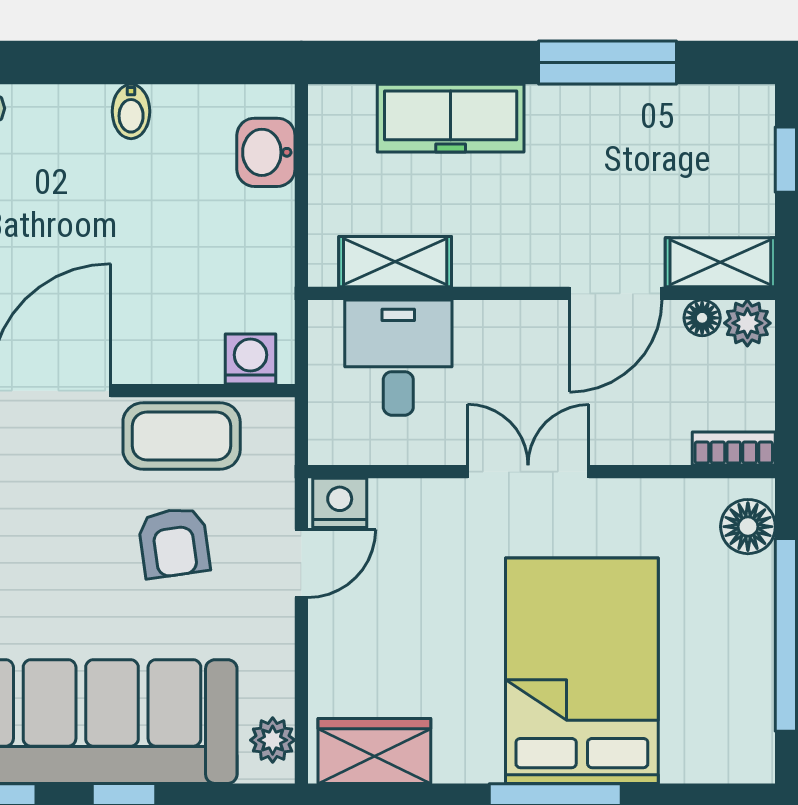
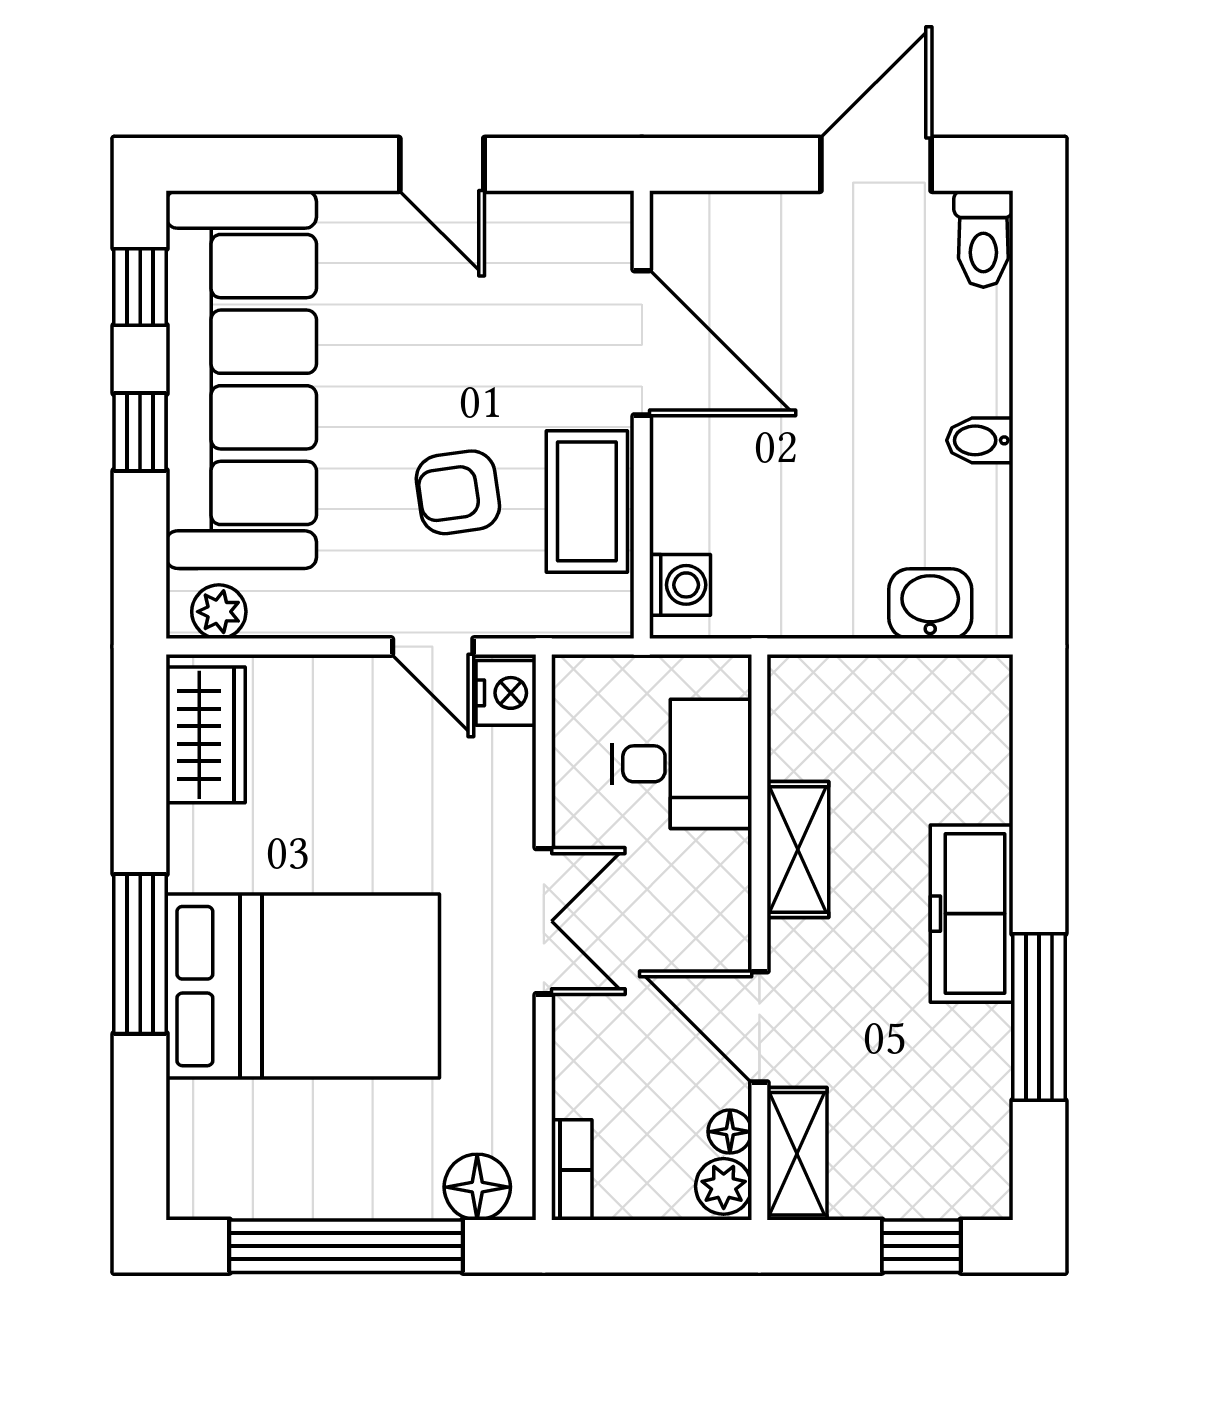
freezer: (451, 118) -> (972, 914), moved
shelving: (395, 262) -> (798, 849), moved

